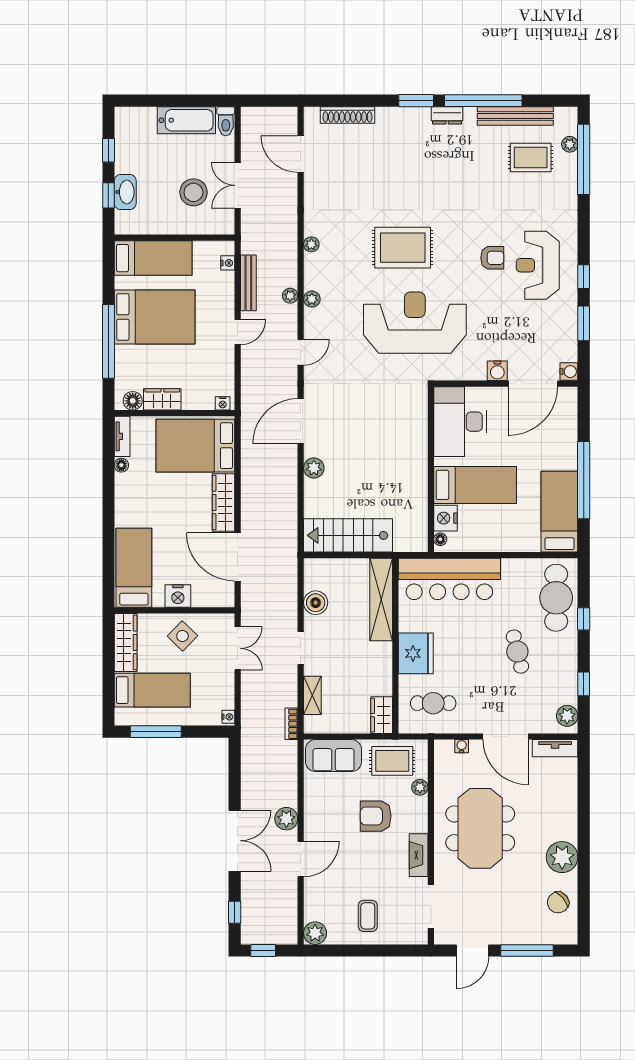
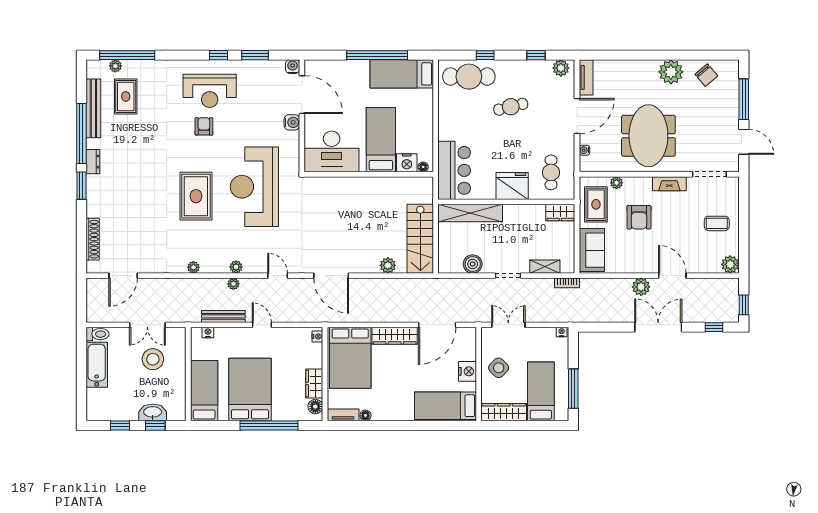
plant: (314, 468) -> (388, 265), moved
bar counter: (449, 579) -> (454, 170), width x0.73
meeting table: (480, 828) -> (648, 136), turned 90

